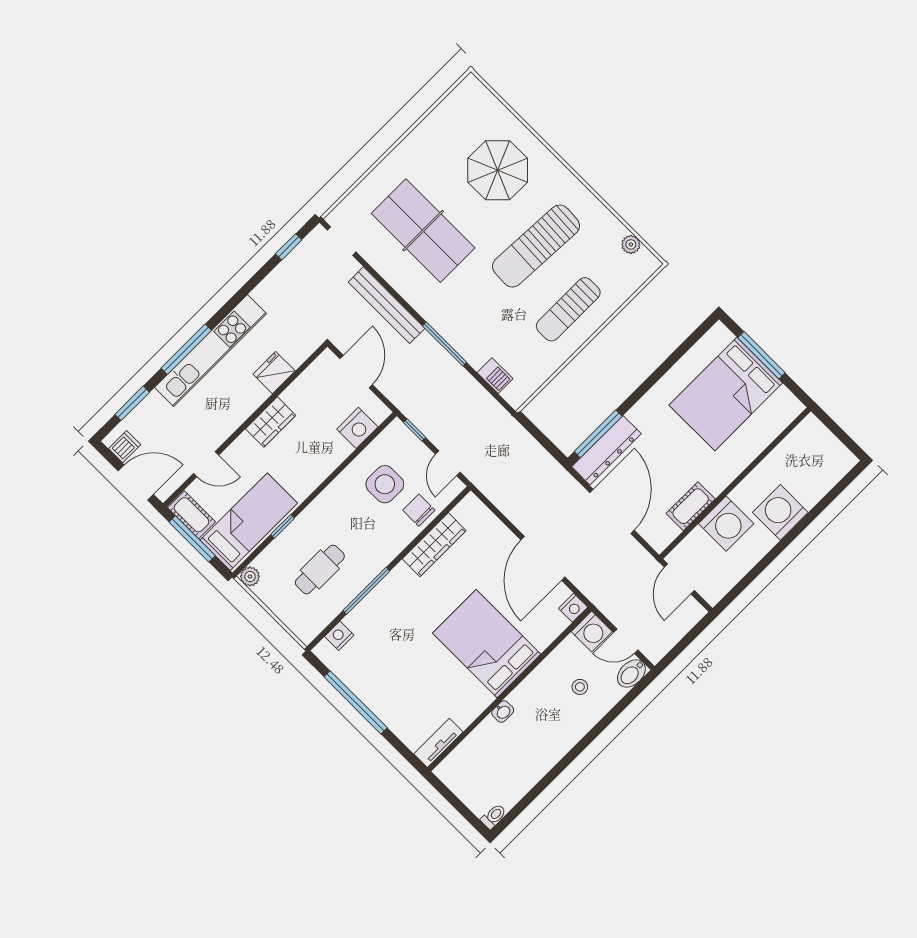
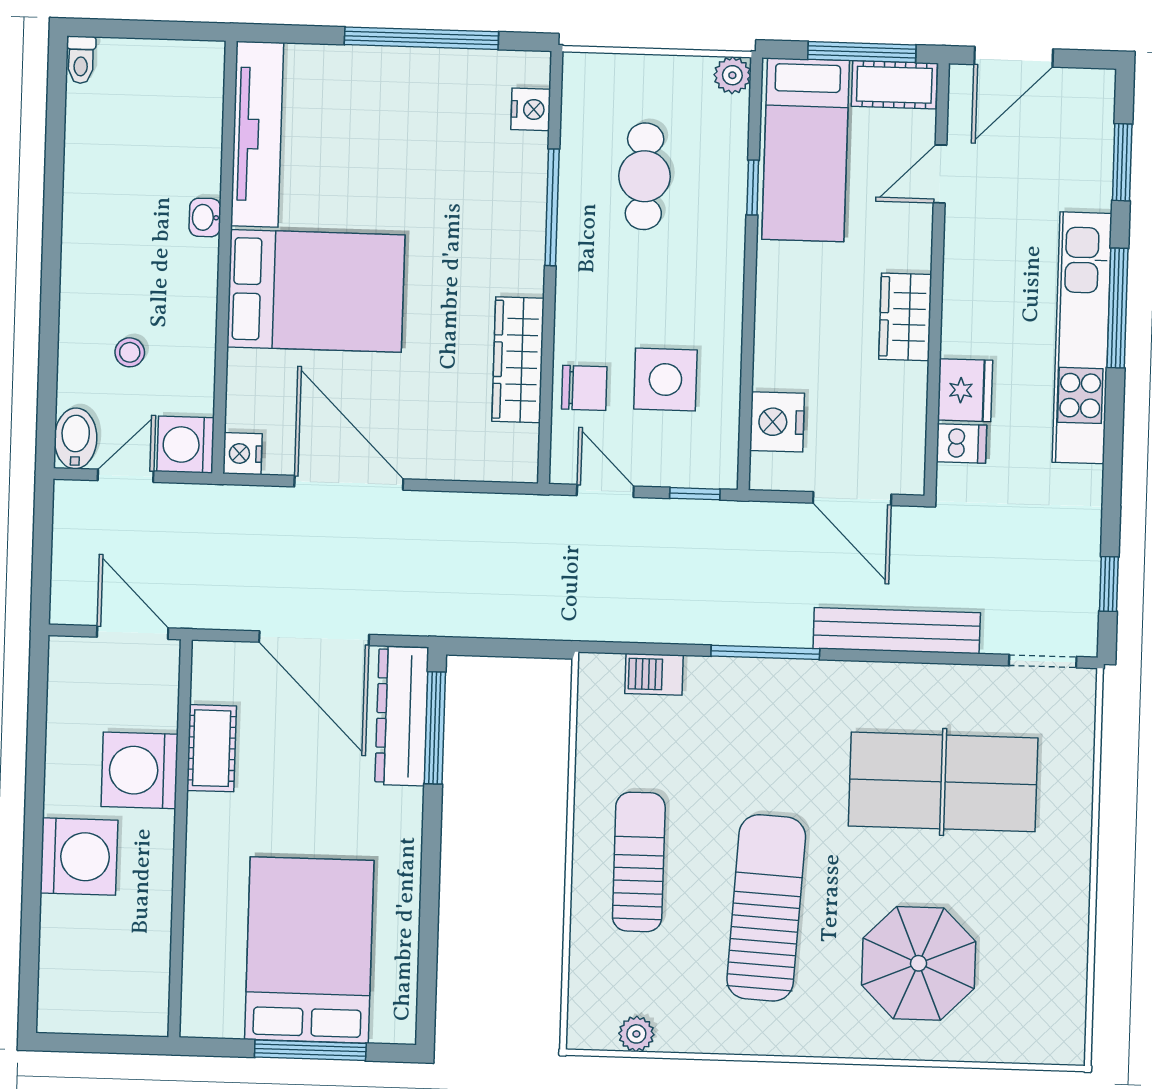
dishwasher: (125, 447) -> (961, 444), moved, turned -90
tv unit: (438, 743) -> (257, 134), width x1.92, depth x1.29

